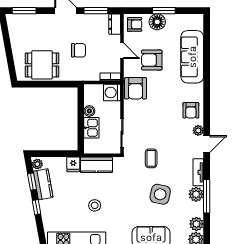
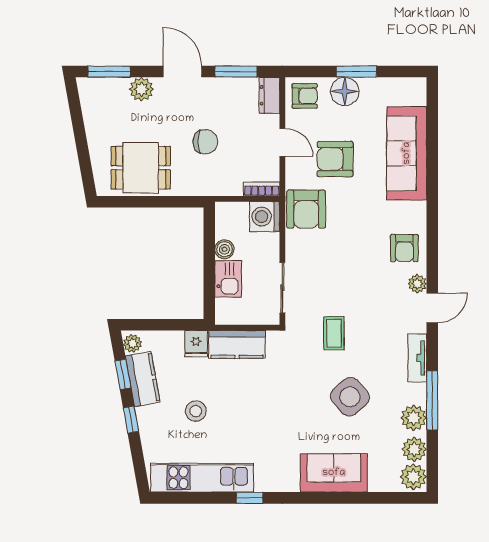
plant: (42, 21) -> (141, 89), added
side table: (160, 194) -> (350, 397), turned 37
plant: (196, 194) -> (414, 418), moved
stool: (95, 205) -> (196, 411), moved

